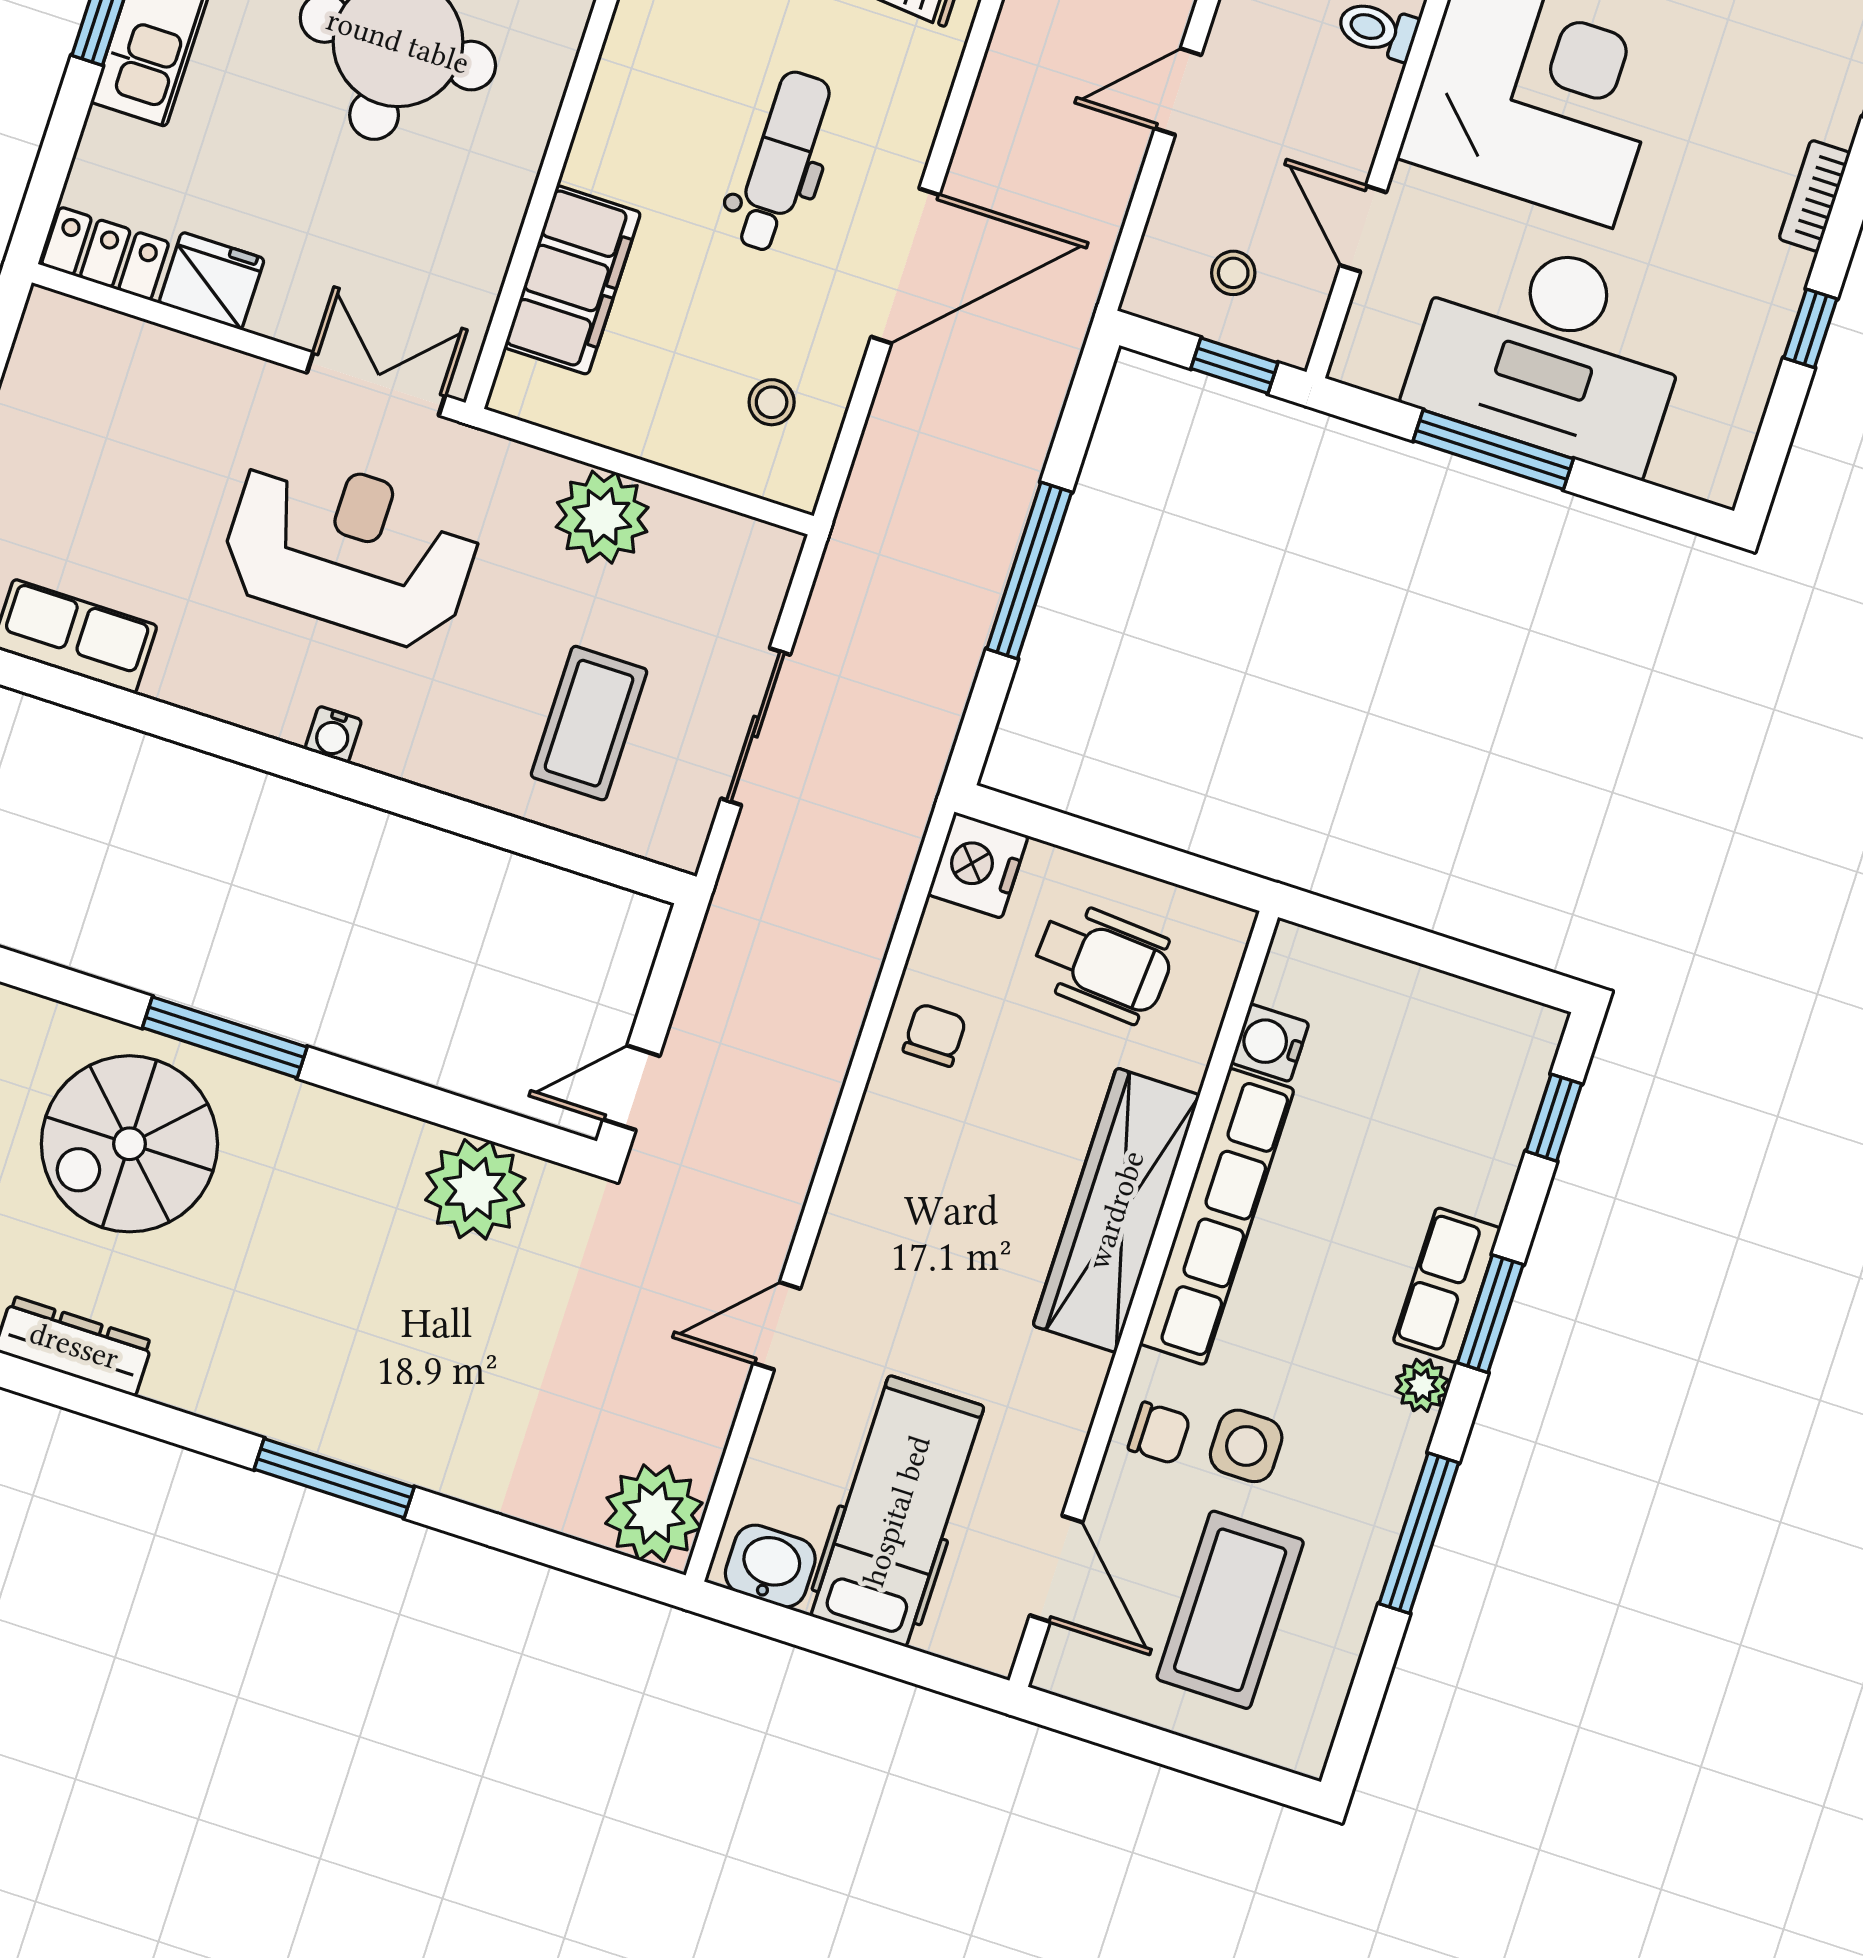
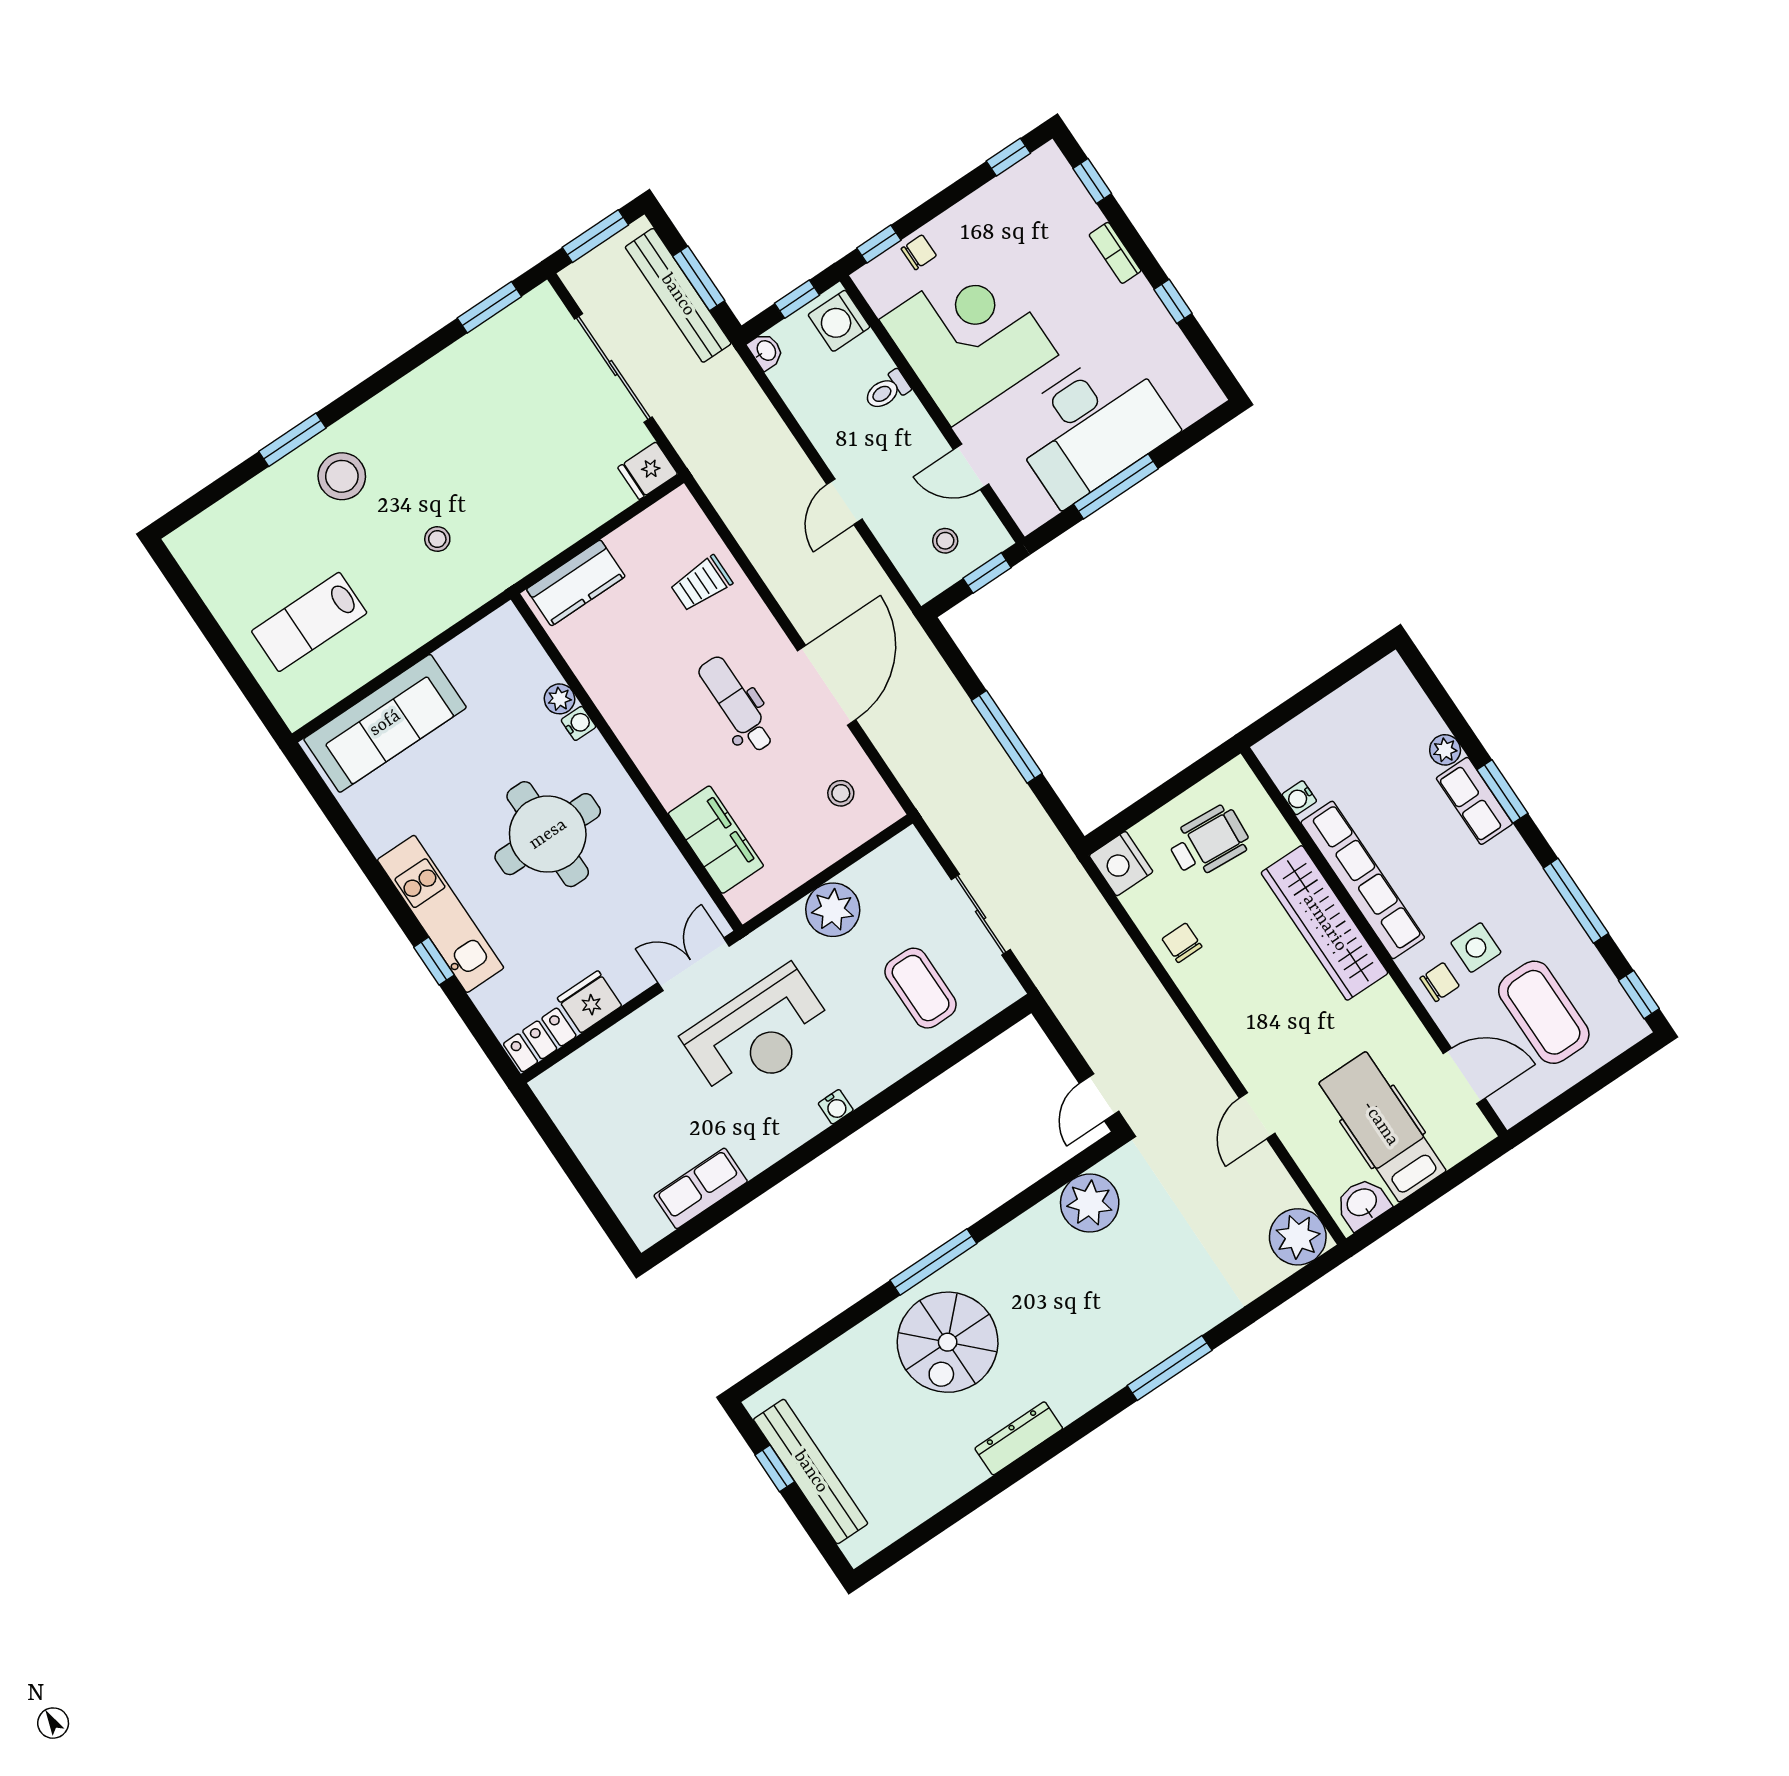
reception desk: (350, 549) -> (759, 1034), turned 180
water cooler: (1270, 1043) -> (1299, 798), width x0.72, depth x0.72
window: (1554, 1118) -> (1639, 995), moved
plant: (1422, 1385) -> (1445, 750), moved

